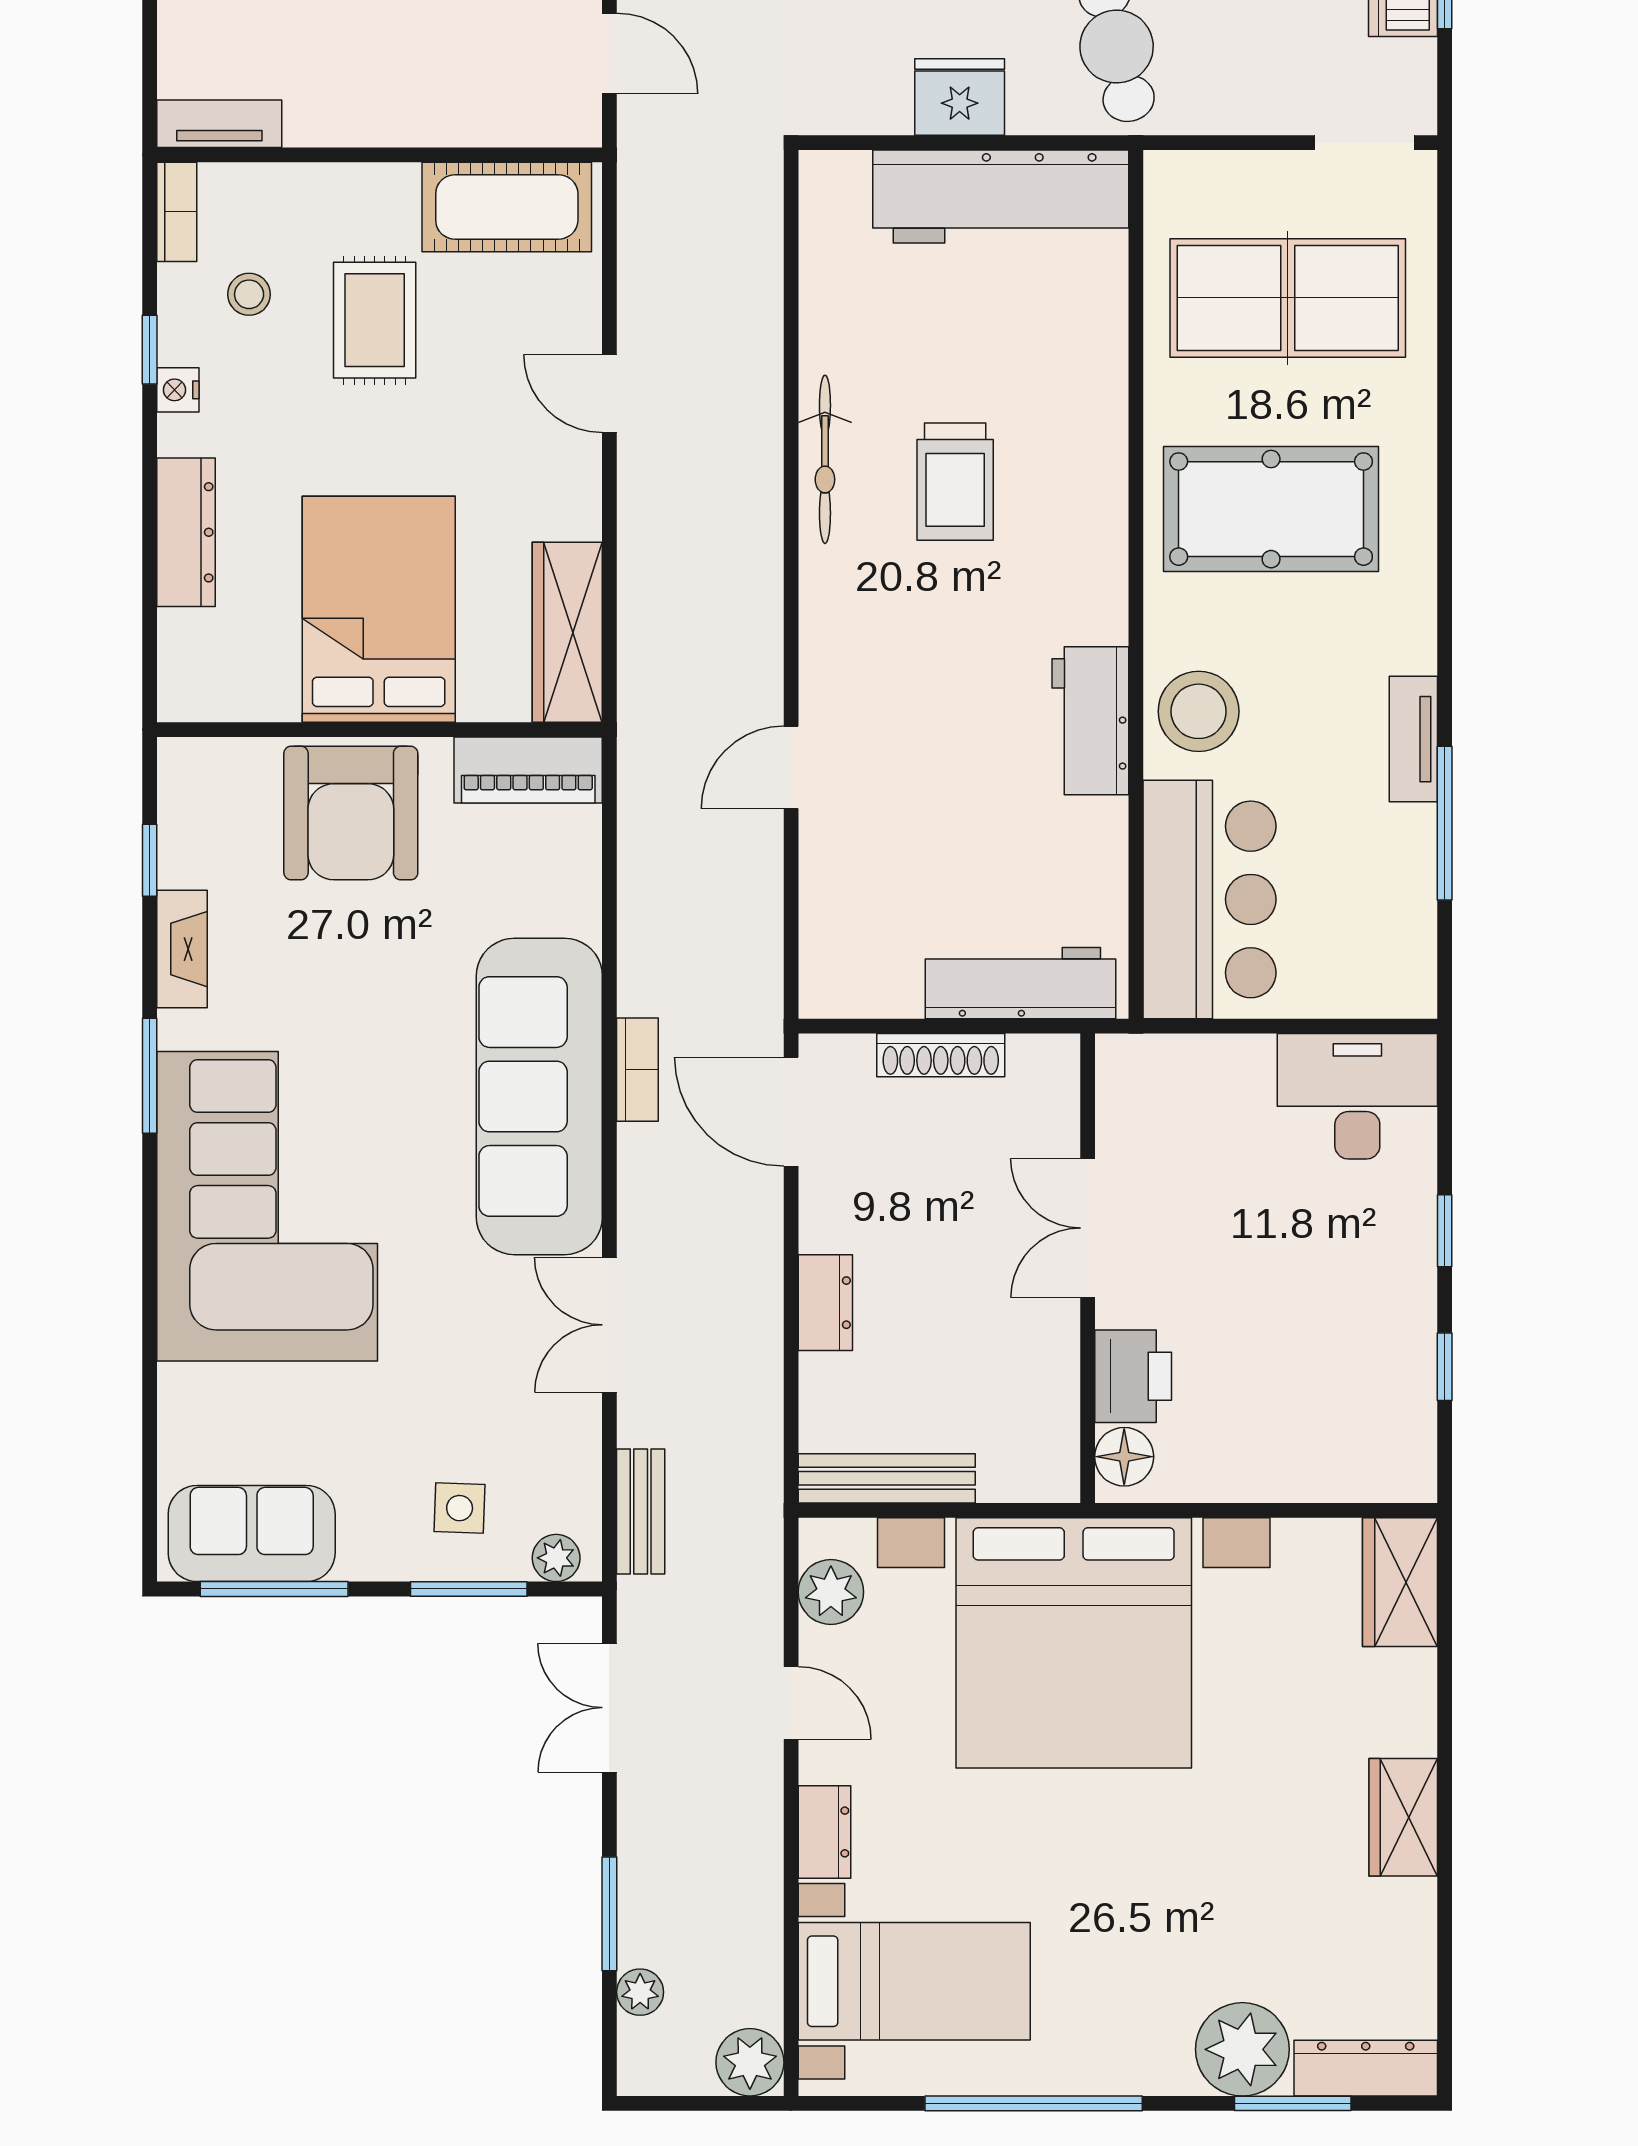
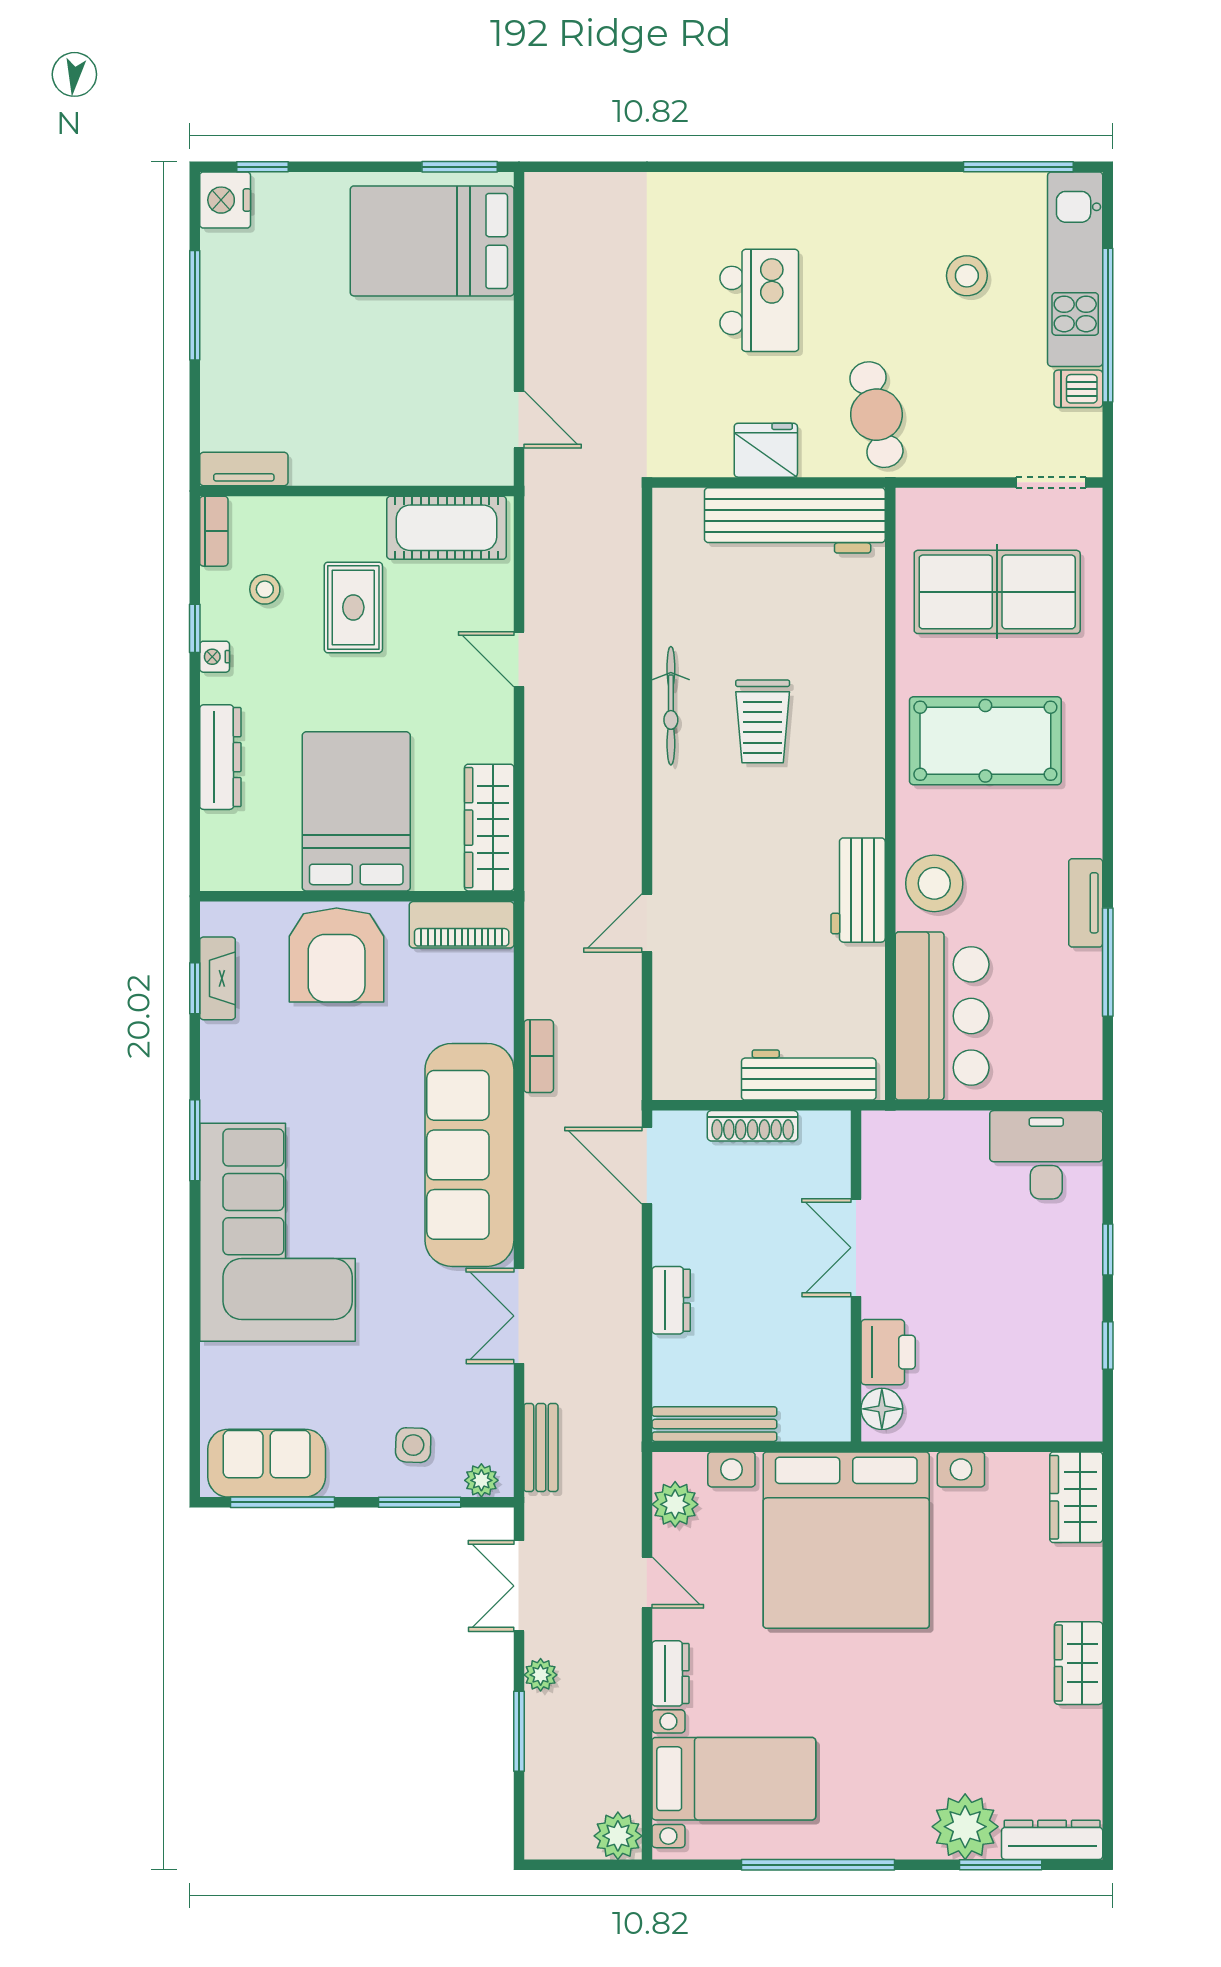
fireplace: (182, 949) -> (218, 978), moved
bookcase: (637, 1070) -> (539, 1056), moved
plant: (640, 1992) -> (541, 1675), moved

